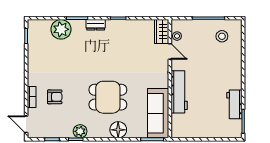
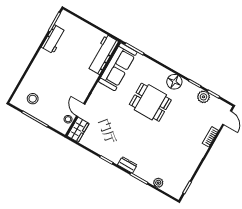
plant: (61, 29) -> (158, 183), width x0.53, depth x0.53
workbench: (179, 92) -> (103, 54), moved
armchair: (55, 97) -> (192, 126), removed
floor lamp: (118, 130) -> (174, 82), moved
plant: (80, 131) -> (203, 97), moved

